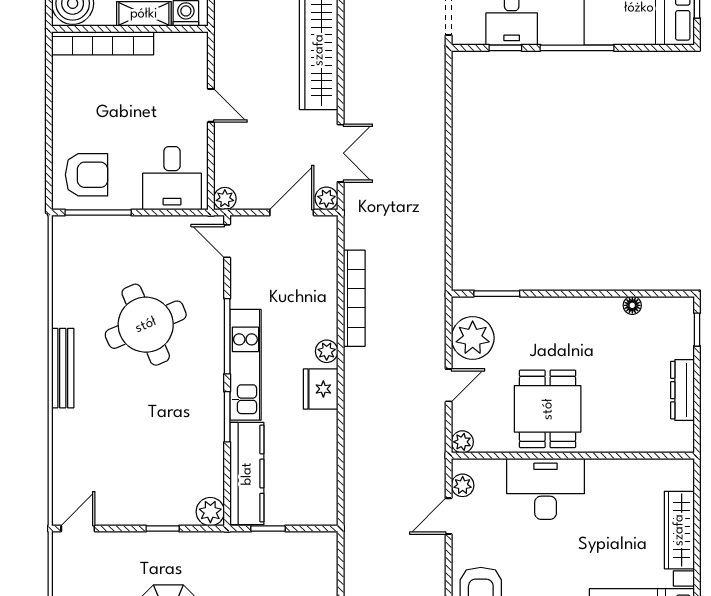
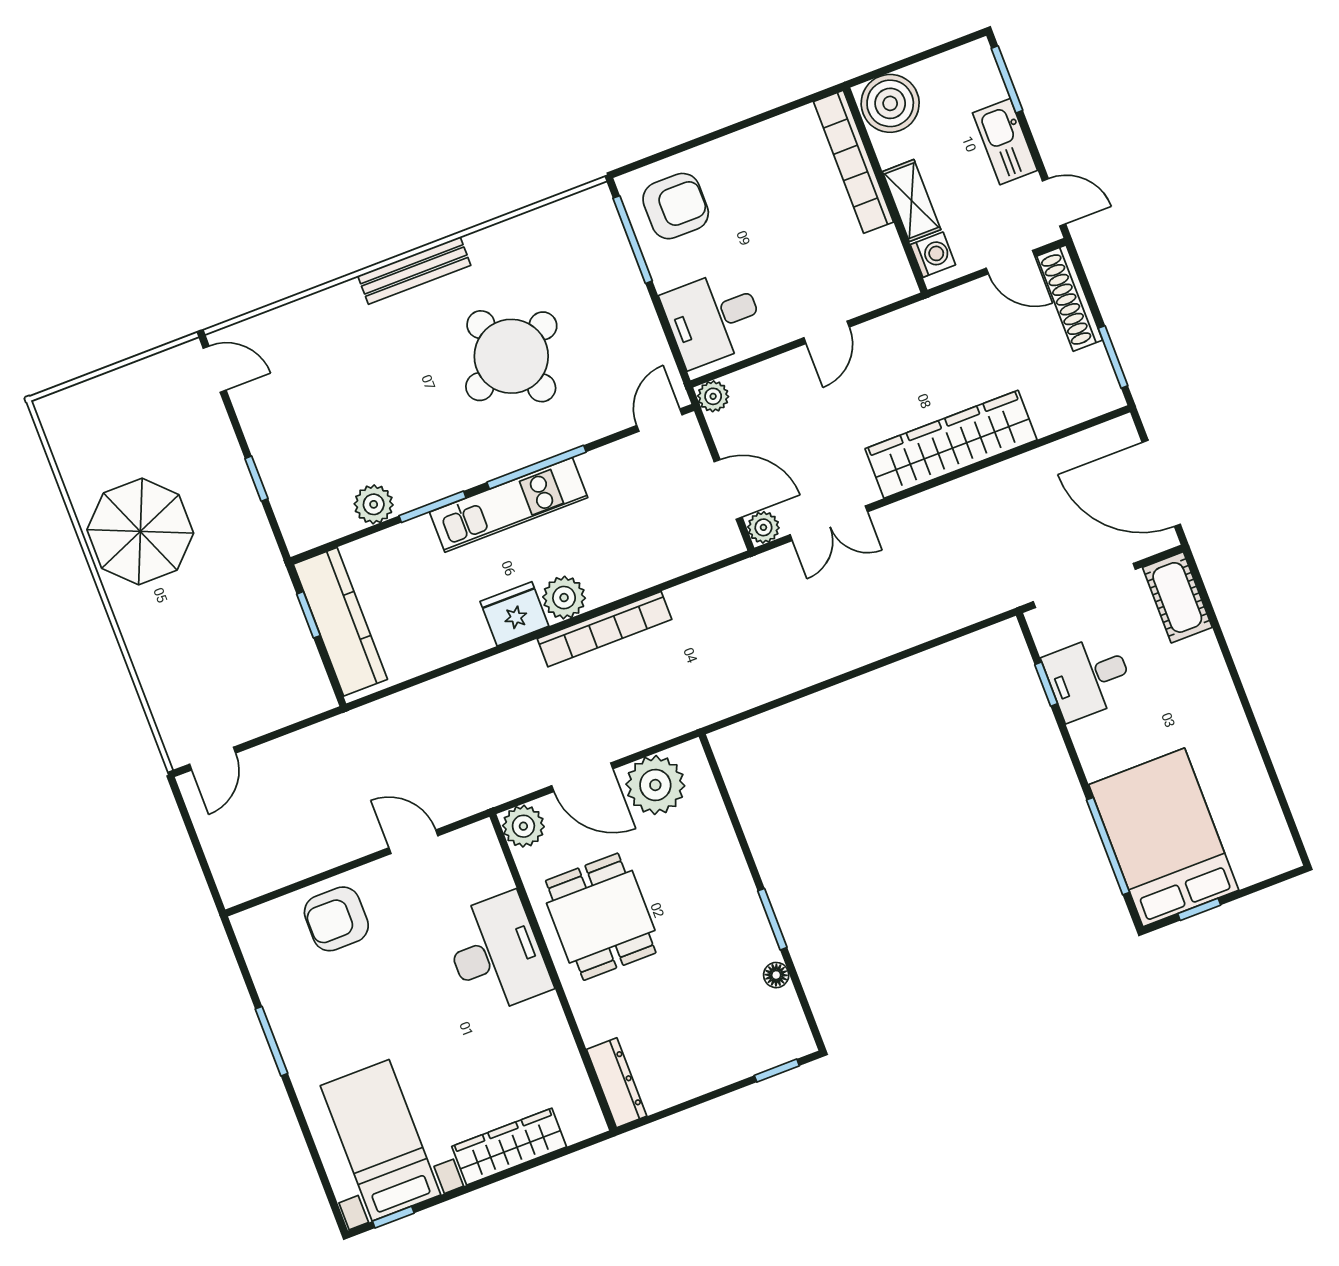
window: (577, 48) -> (1108, 846), moved
armchair: (87, 175) -> (676, 206), turned -90
window: (497, 294) -> (772, 919), moved
bookcase: (354, 298) -> (604, 629), moved
plant: (327, 351) -> (564, 598), width x1.38, depth x1.38
door: (449, 385) -> (582, 777), width x1.38
dresser: (682, 390) -> (617, 1083), moved, turned 90
dining table: (548, 409) -> (601, 917), turned 90
plant: (462, 442) -> (523, 826), width x1.38, depth x1.38
kitchen counter: (247, 474) -> (340, 622), moved, turned -90
plant: (463, 485) -> (460, 845), removed
plant: (210, 512) -> (374, 504), moved

